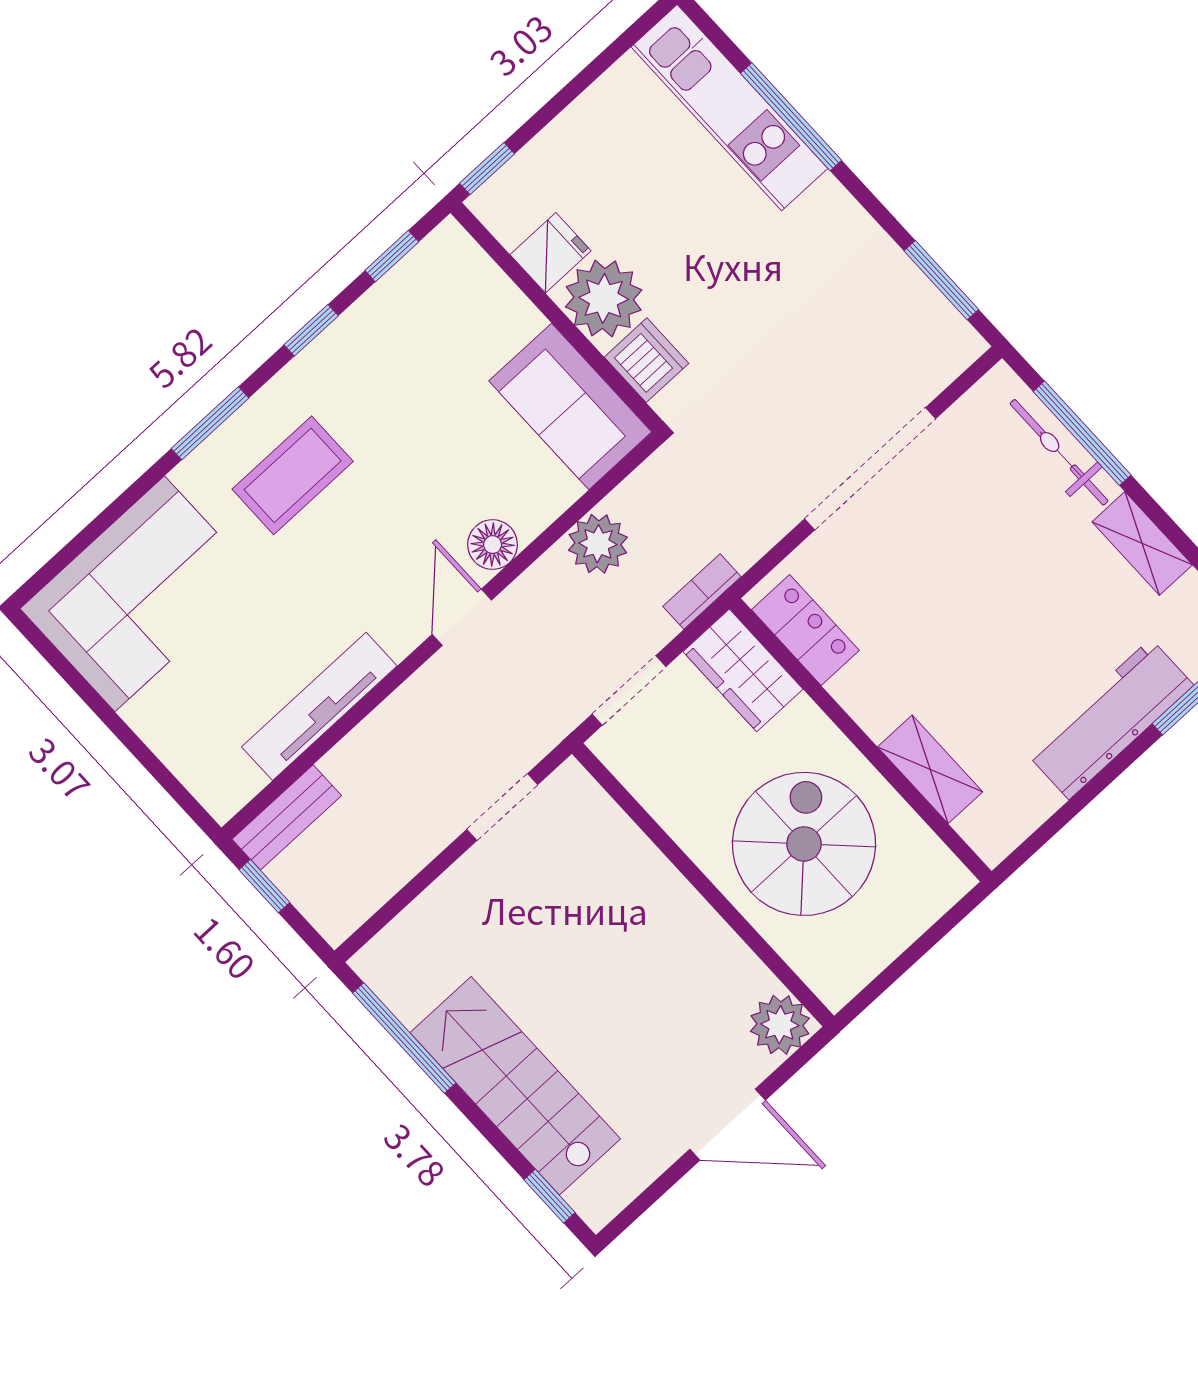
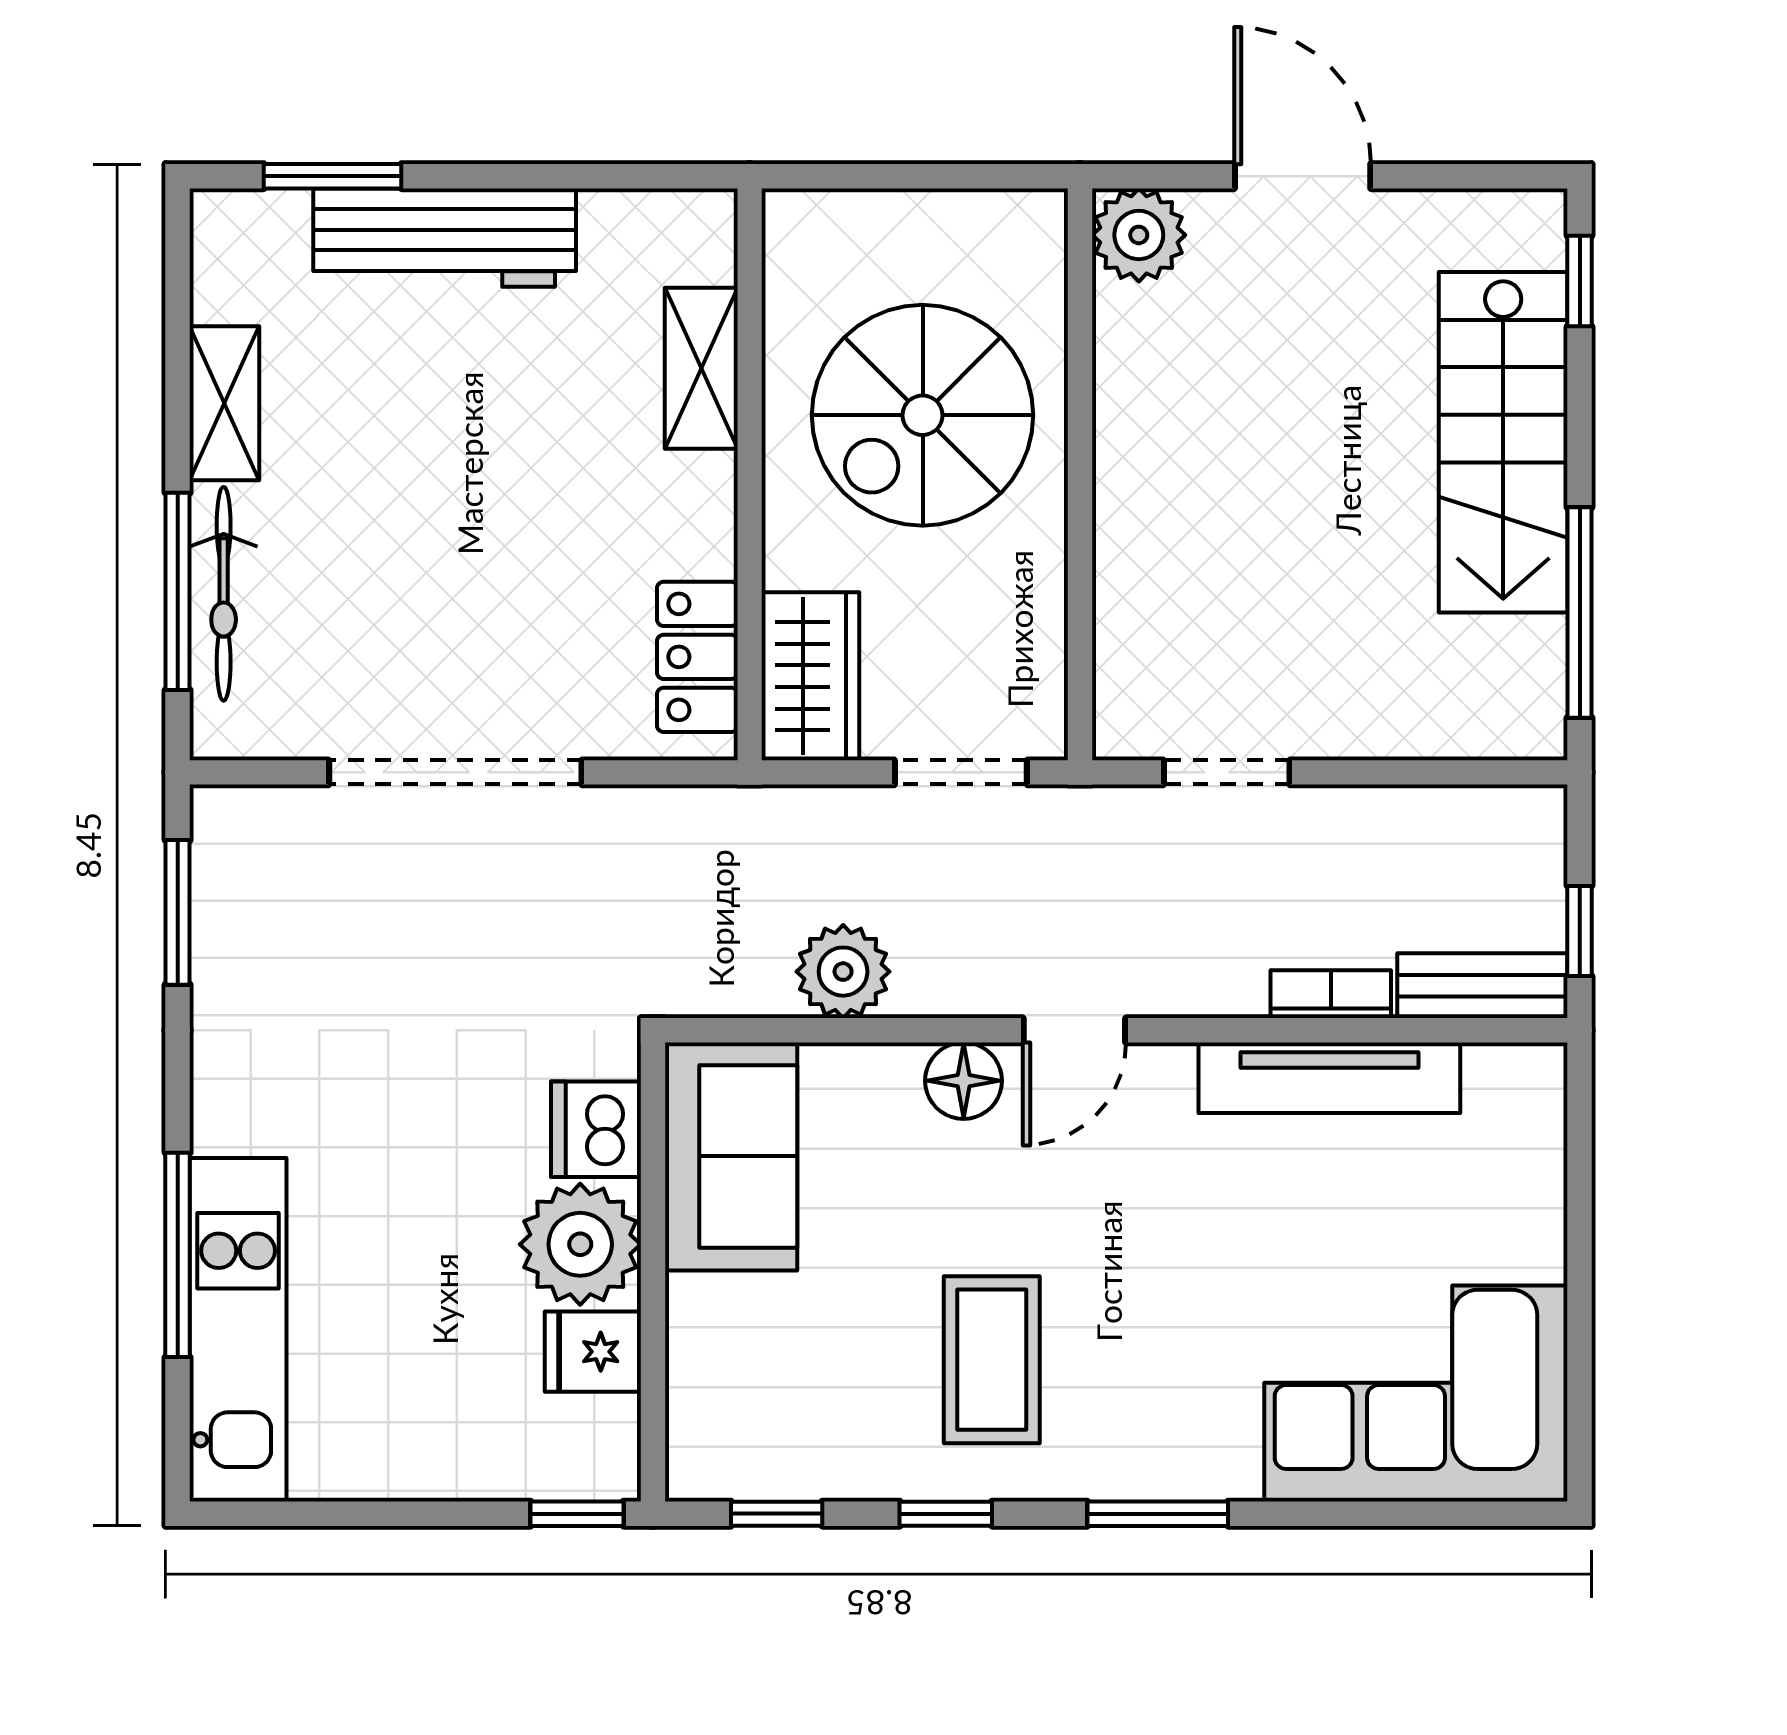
coffee table: (293, 475) -> (992, 1360), moved, turned 90
bookcase: (702, 592) -> (1331, 994), moved, turned 180

